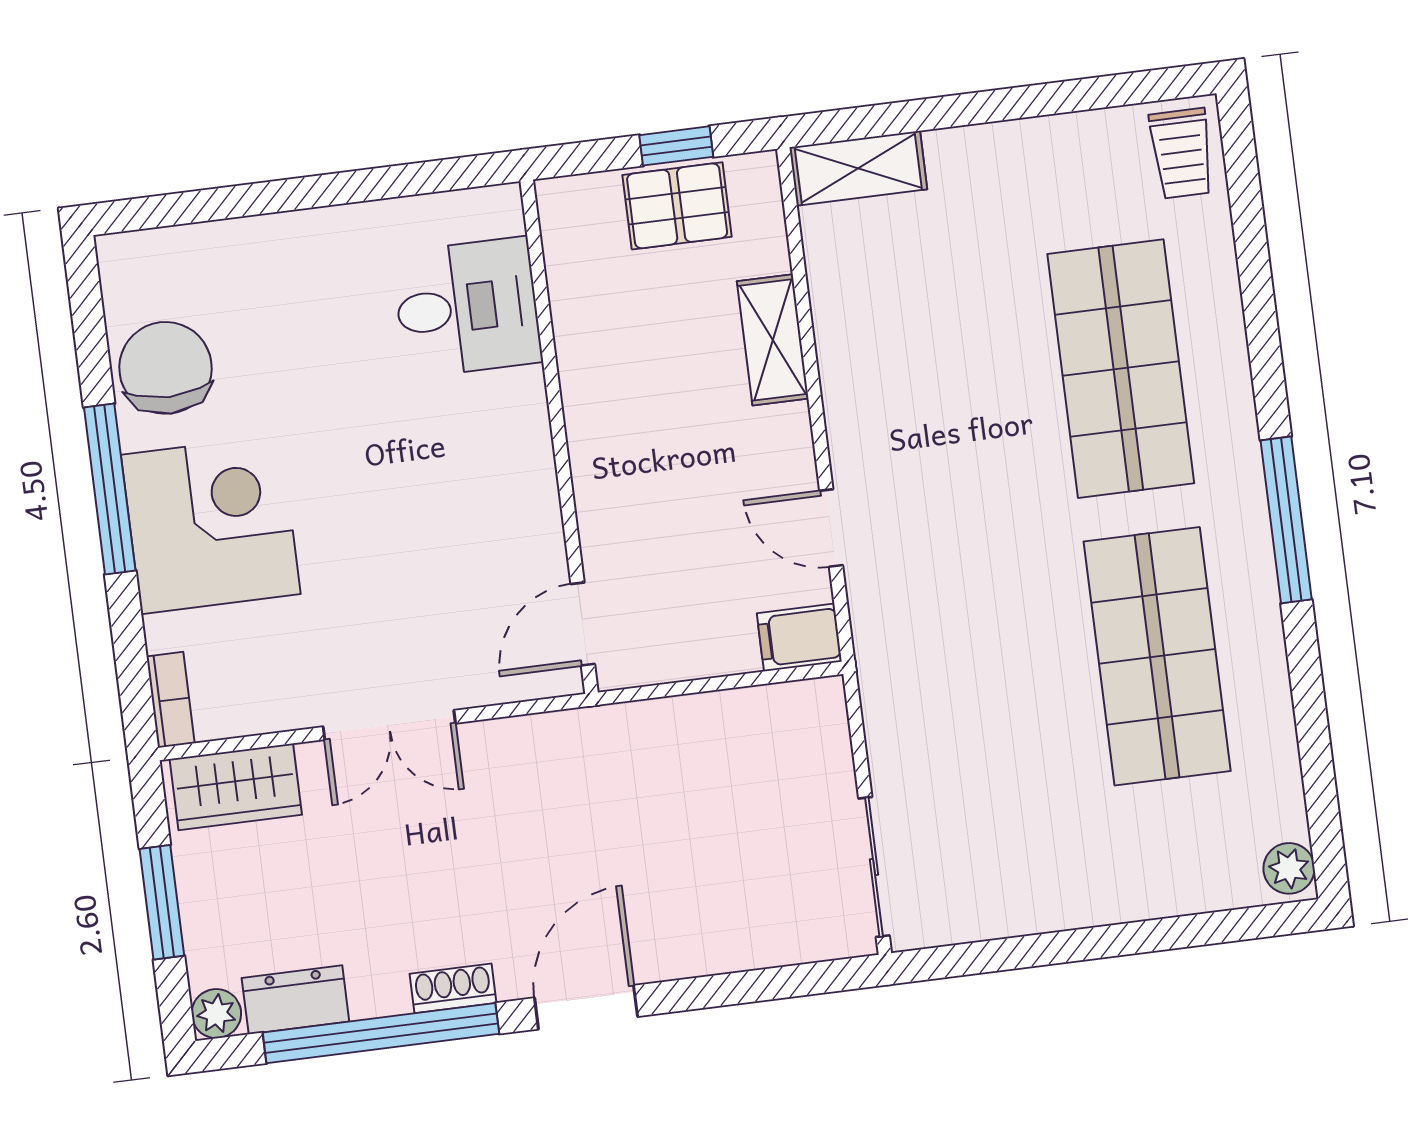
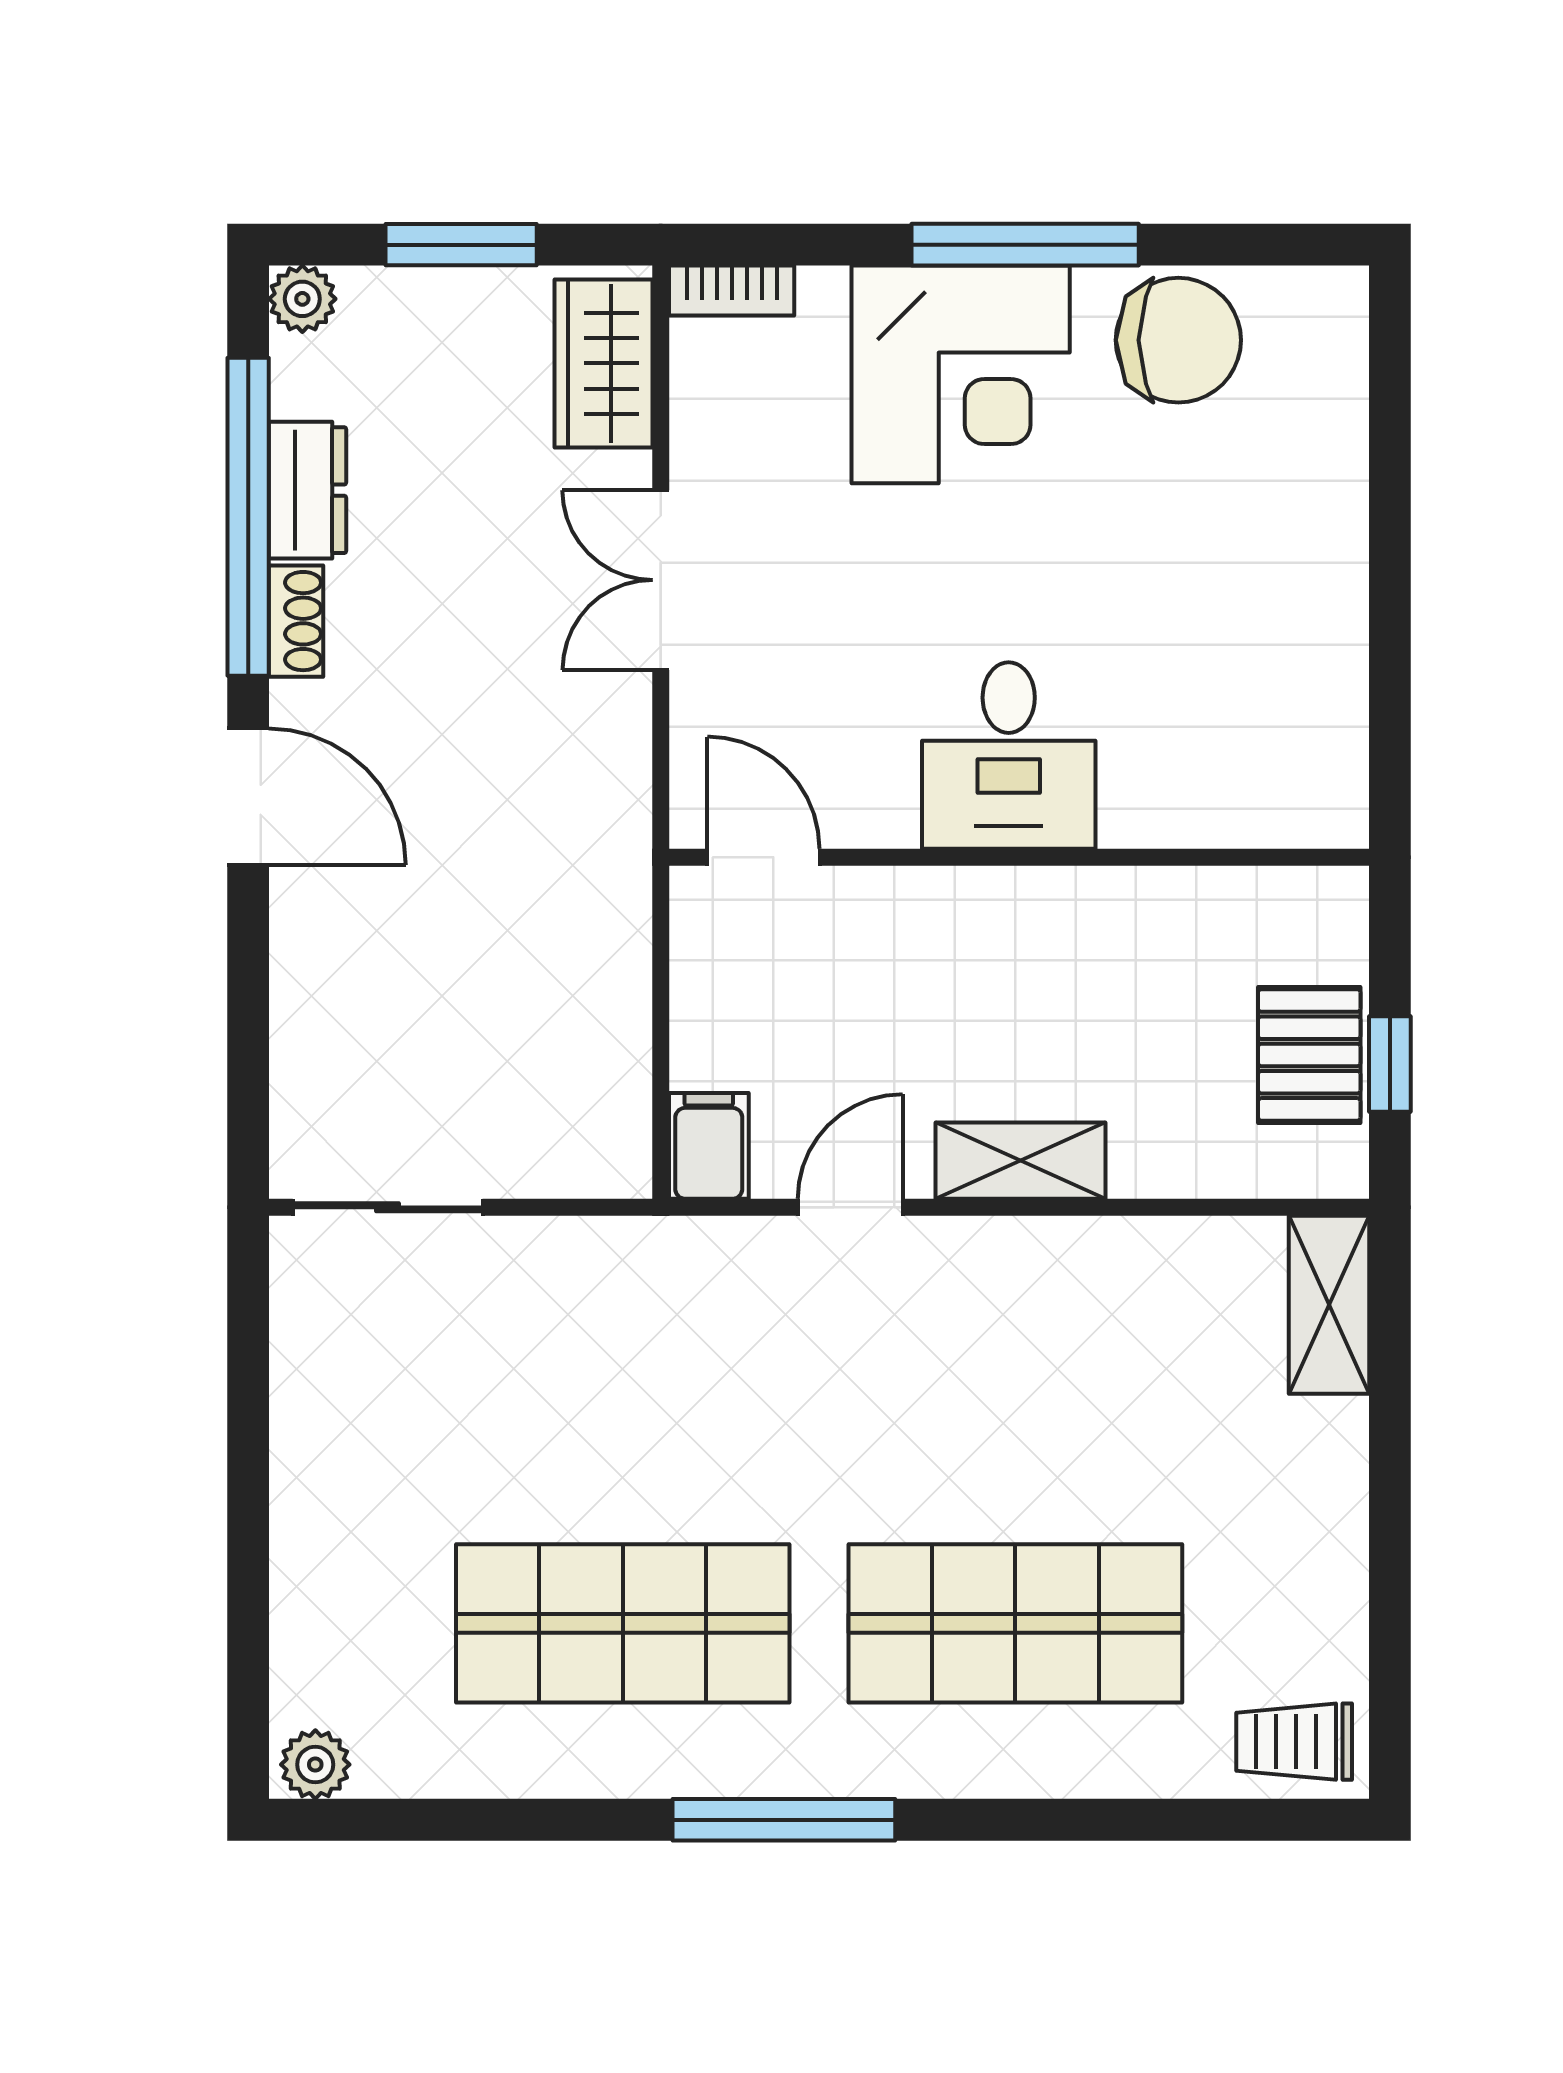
desk: (467, 307) -> (1009, 756), moved
shelving: (773, 340) -> (1021, 1161), moved
dresser: (295, 1000) -> (307, 490), moved

